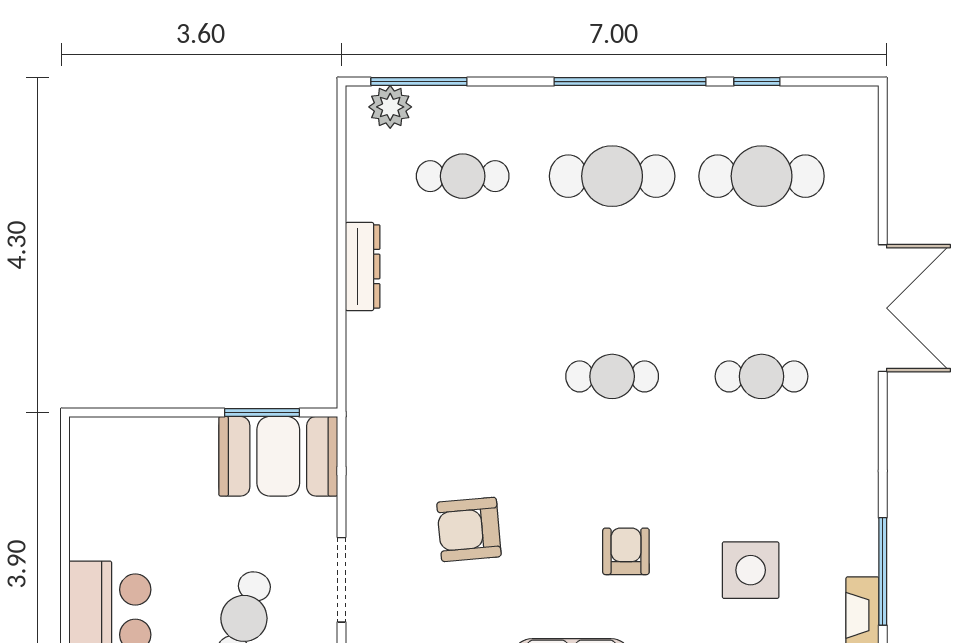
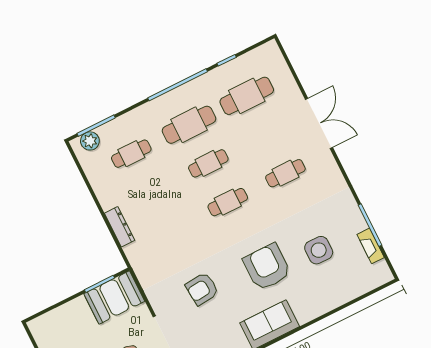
dresser: (363, 267) -> (120, 227), moved
cafe table: (612, 276) -> (208, 163), added
armchair: (626, 551) -> (267, 267), width x1.88, depth x1.88

